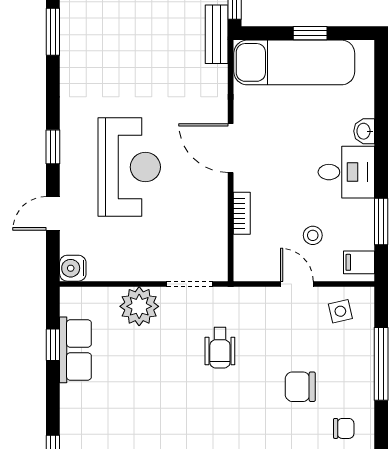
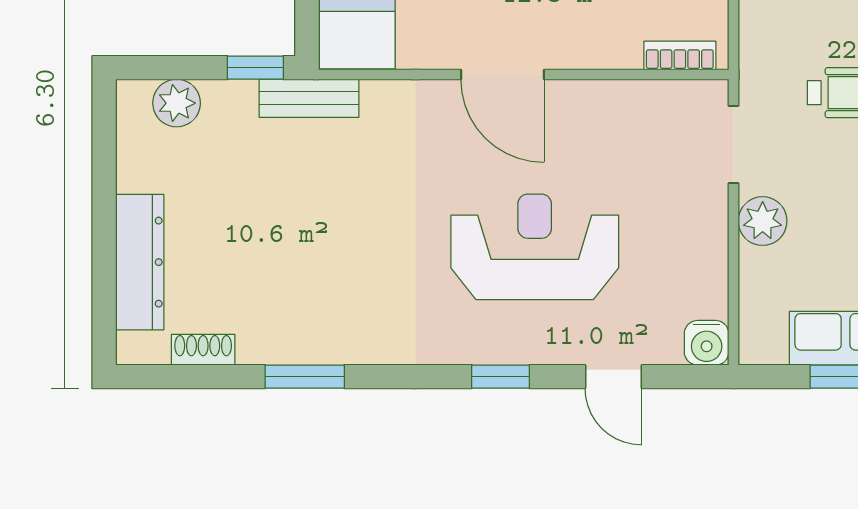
door: (231, 148) -> (502, 75), hinge flipped
bookcase: (242, 213) -> (680, 56), moved
plant: (139, 306) -> (763, 221), width x0.73, depth x0.73

